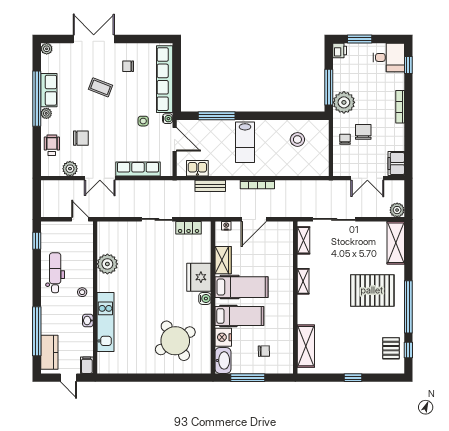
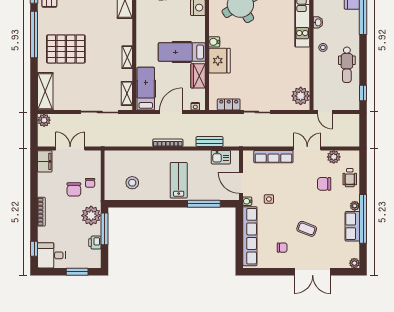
printer: (340, 51) -> (95, 243), moved
plant: (107, 264) -> (301, 96), moved
hospital bed: (239, 316) -> (146, 89), moved, turned 90

